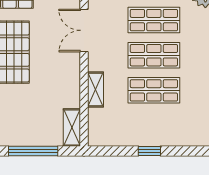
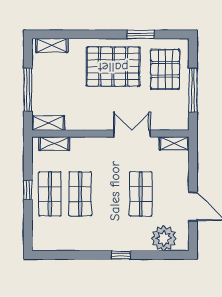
shop shelf: (154, 55) -> (50, 194), moved
shelving: (96, 89) -> (54, 144), moved

